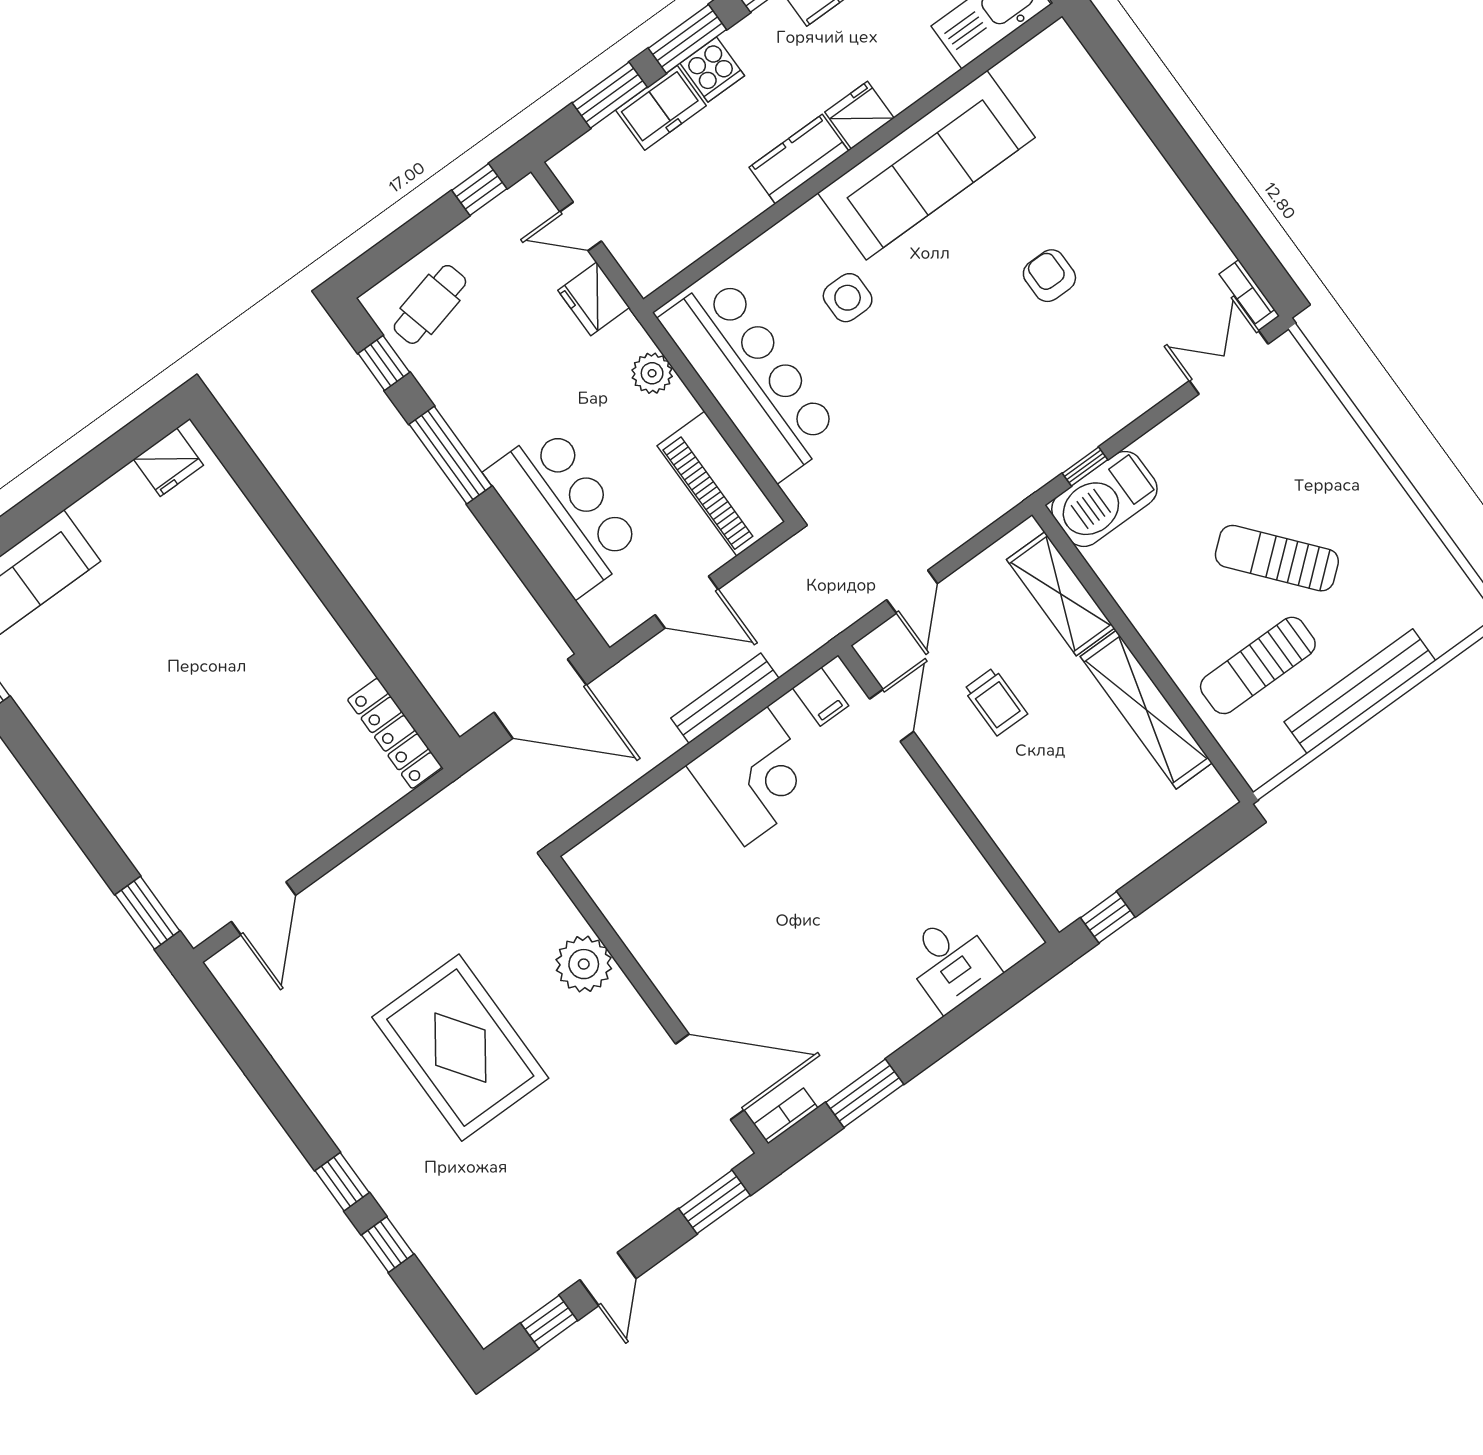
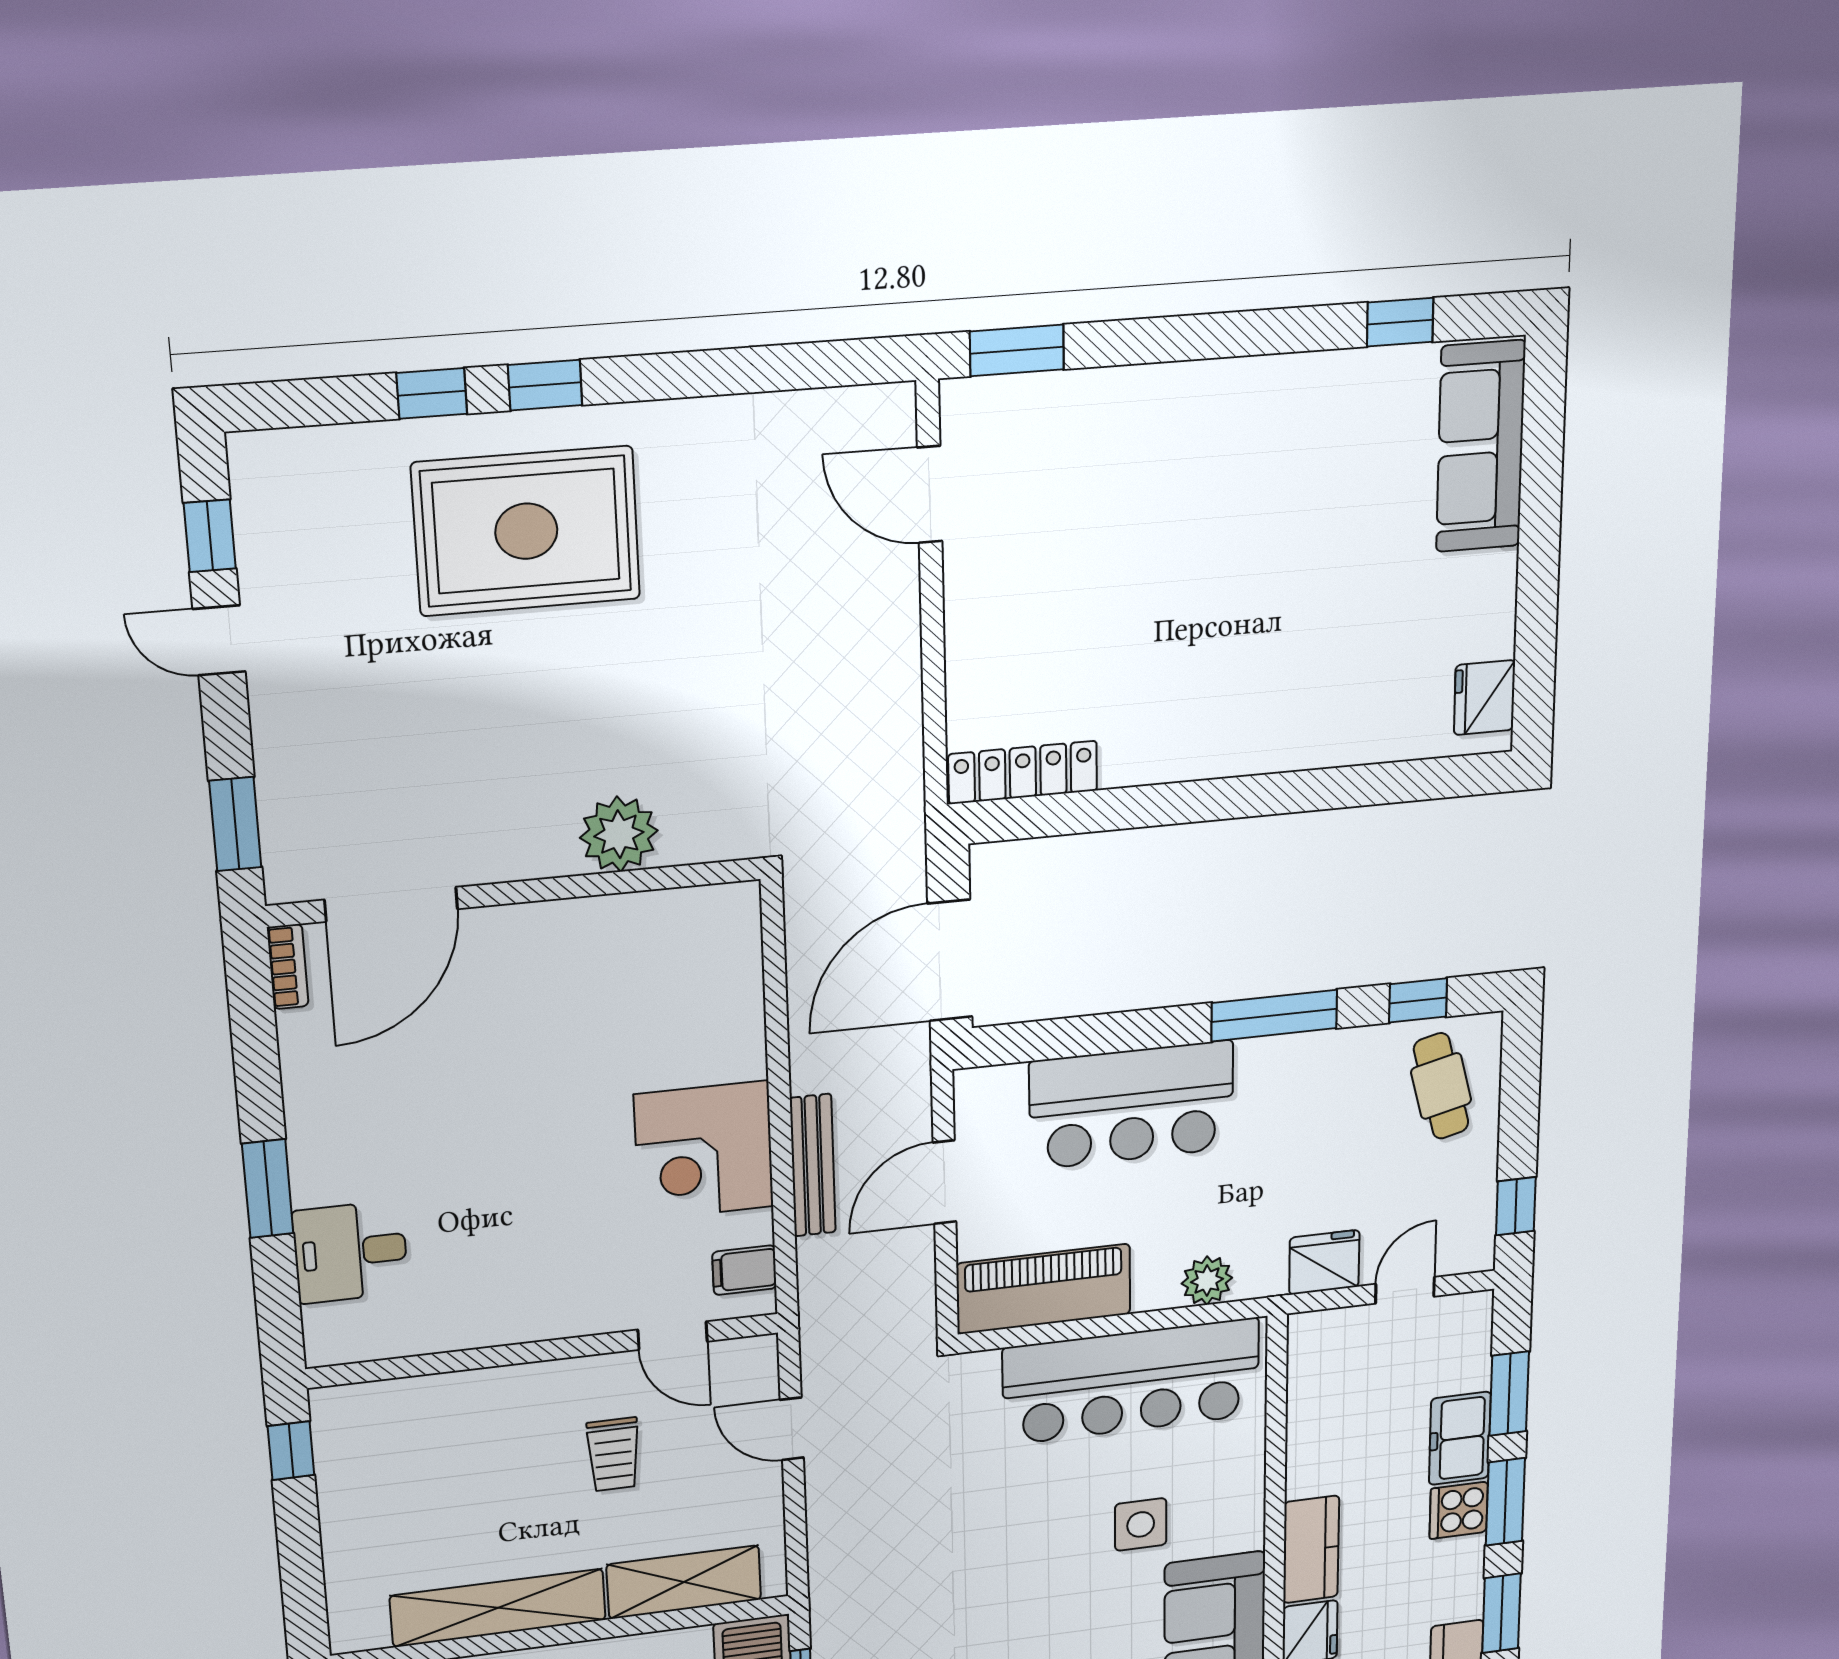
trolley: (995, 702) -> (613, 1454), turned -90
rug: (460, 1048) -> (526, 531), moved
window: (865, 1093) -> (268, 1189), moved

